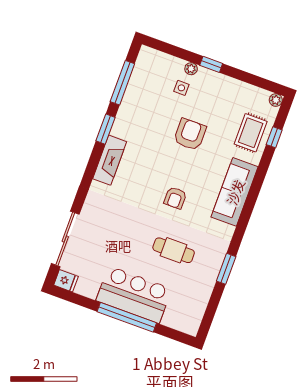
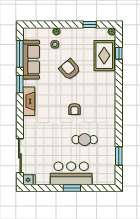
window: (211, 64) -> (90, 25), moved
rug: (251, 133) -> (104, 56), width x1.36, depth x1.43
armchair: (190, 134) -> (70, 69), turned -41
sofa: (235, 192) -> (31, 60), moved, turned 180
window: (226, 269) -> (119, 156), moved
window: (127, 317) -> (72, 188), width x0.47

